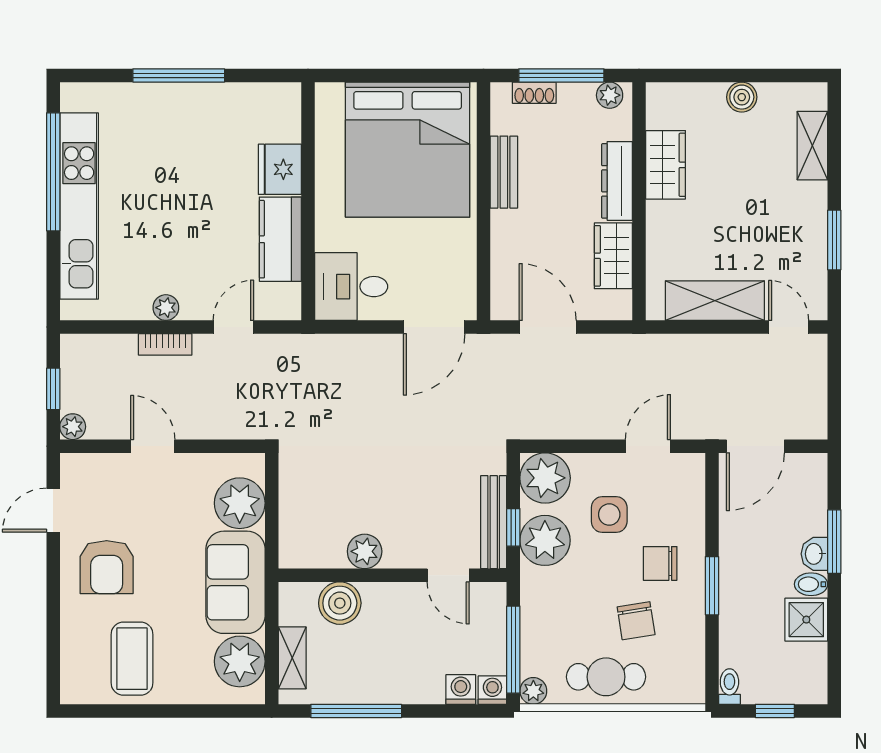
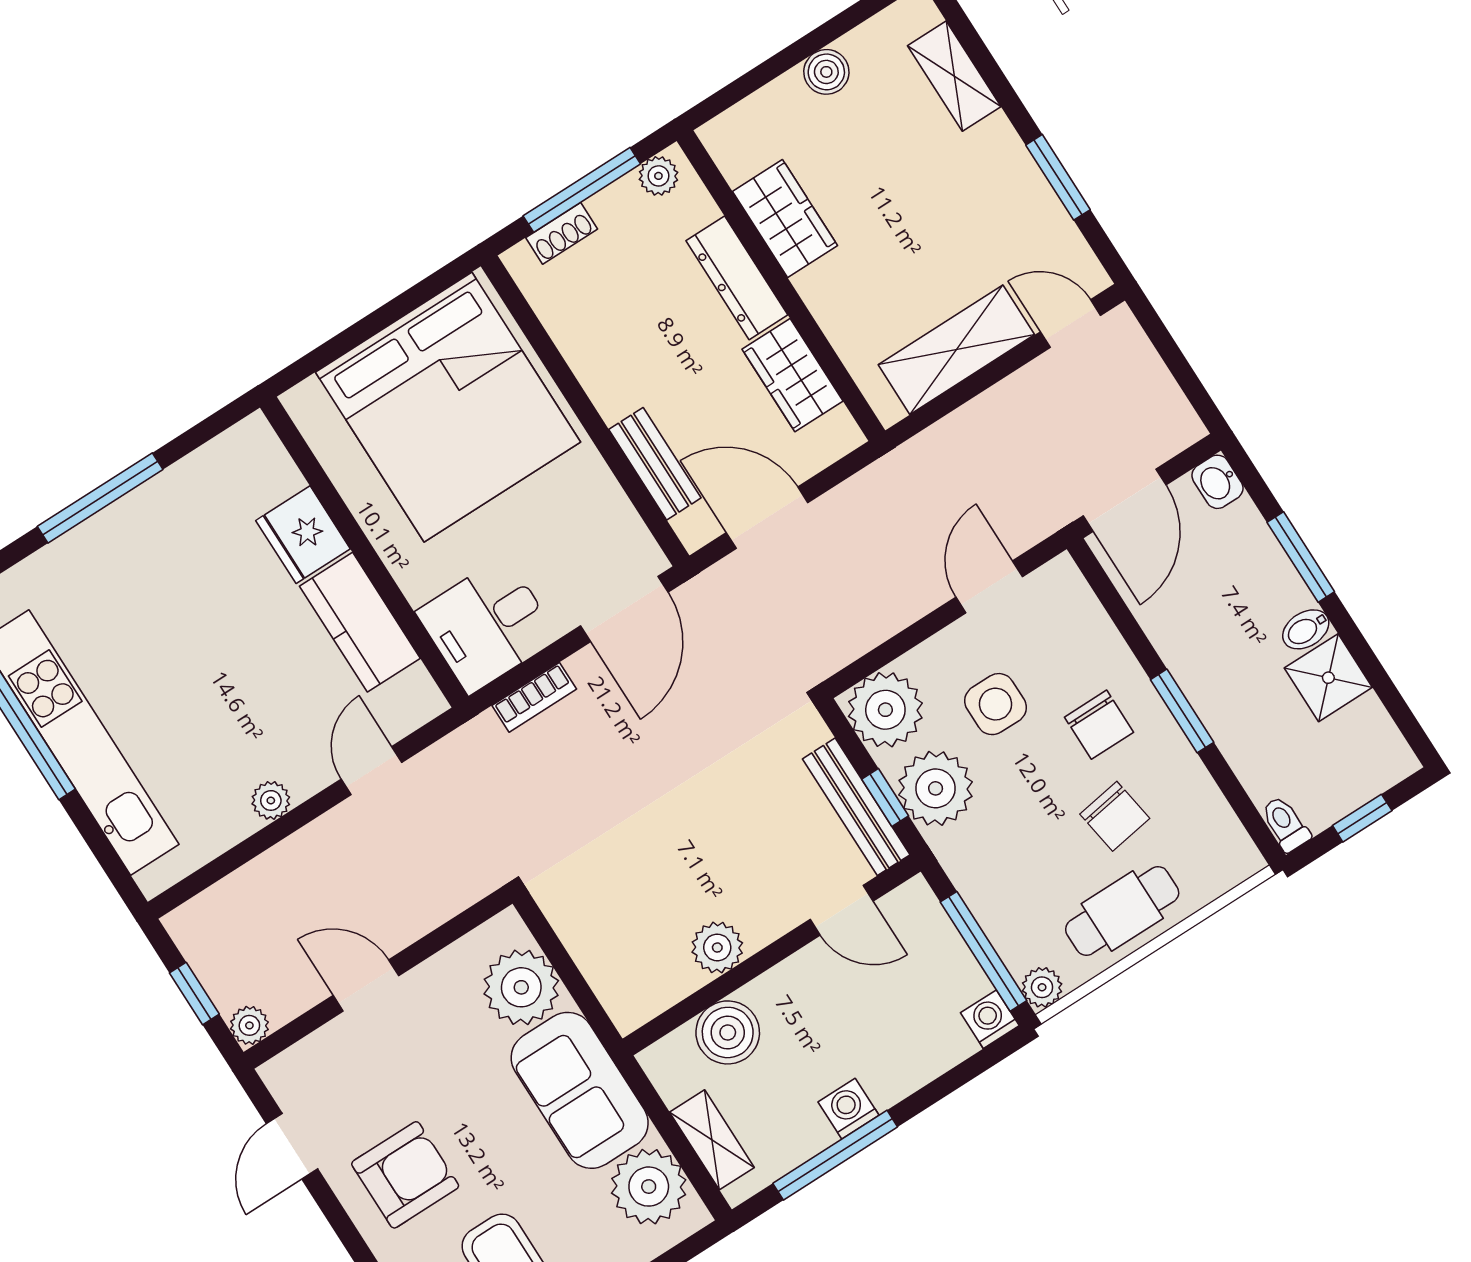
bench: (504, 172) -> (655, 464), moved
bookcase: (165, 344) -> (534, 697), moved
washbasin: (814, 554) -> (1217, 482), moved
chair: (660, 563) -> (1099, 725), turned -90
armchair: (107, 567) -> (405, 1175), turned -90
washing machine: (461, 690) -> (848, 1109), moved

